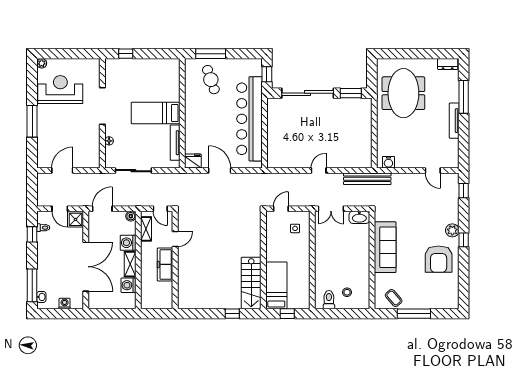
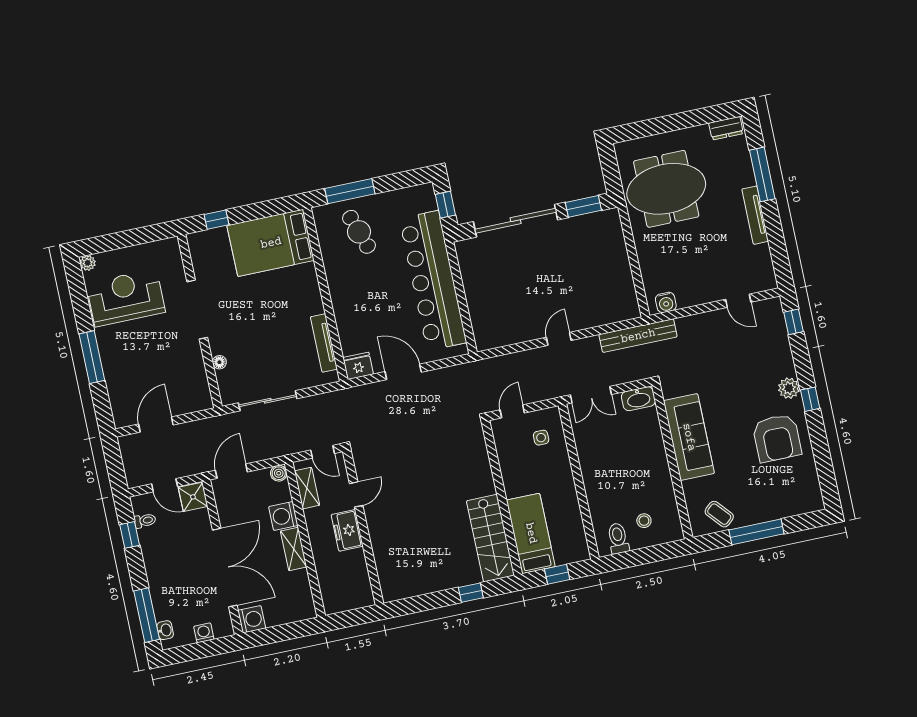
meeting table: (403, 93) -> (666, 189), turned 90
bed: (156, 113) -> (271, 243), moved, width x1.50
freezer: (165, 264) -> (347, 530), width x0.71
washing machine: (128, 285) -> (252, 619), moved, turned 180

